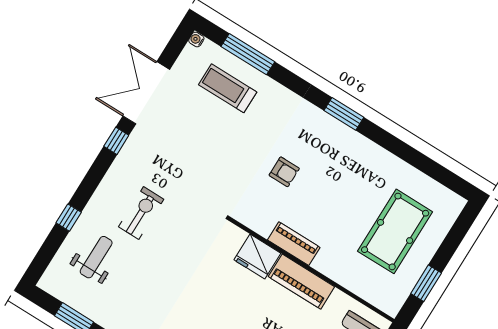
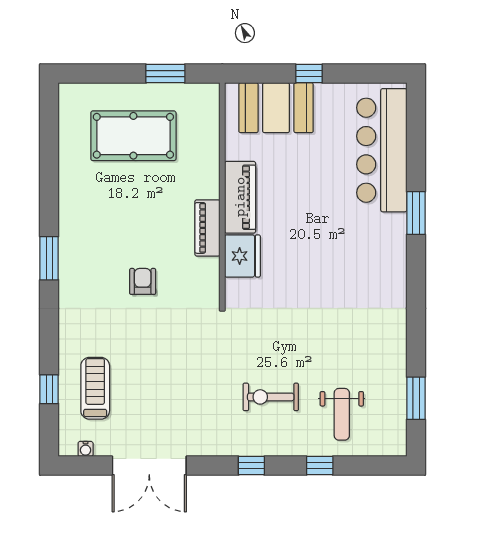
water cooler: (196, 39) -> (86, 449), moved
window: (248, 54) -> (49, 389), width x0.46
treadmill: (228, 88) -> (95, 388), turned 180
window: (116, 141) -> (251, 466), moved
weight bench: (96, 257) -> (342, 414), turned -90

